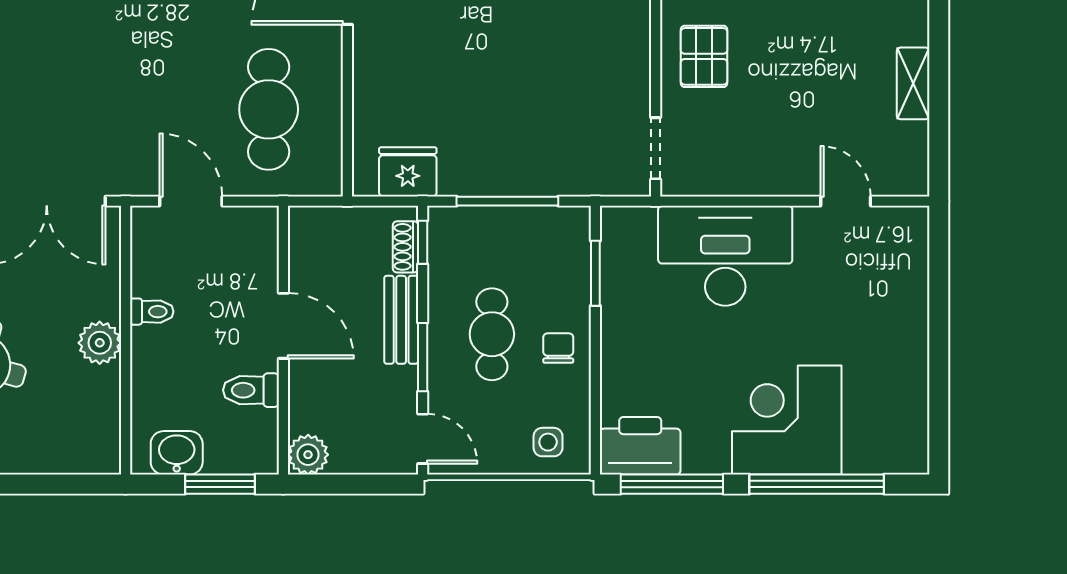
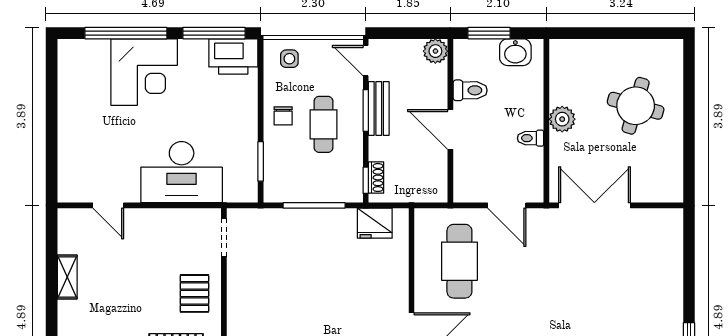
bench: (401, 320) -> (379, 108), moved

